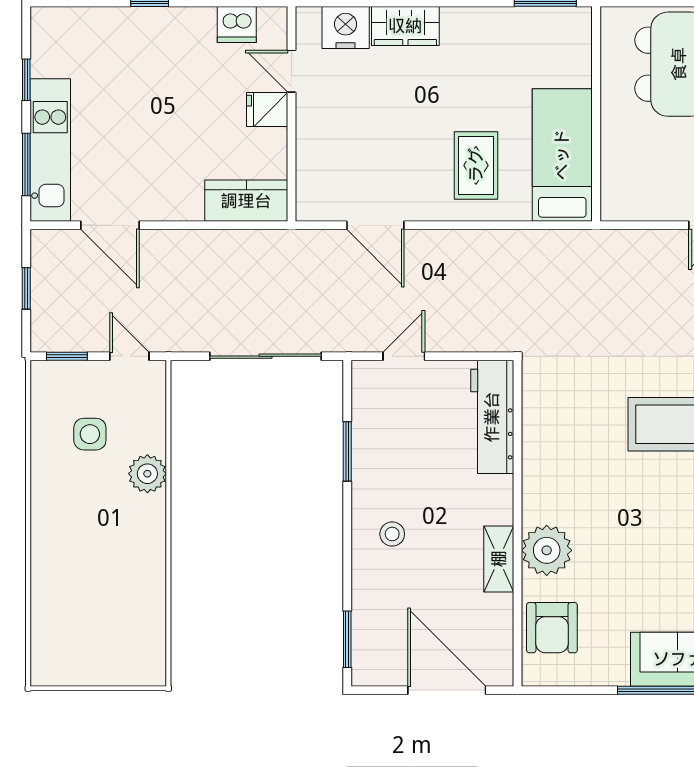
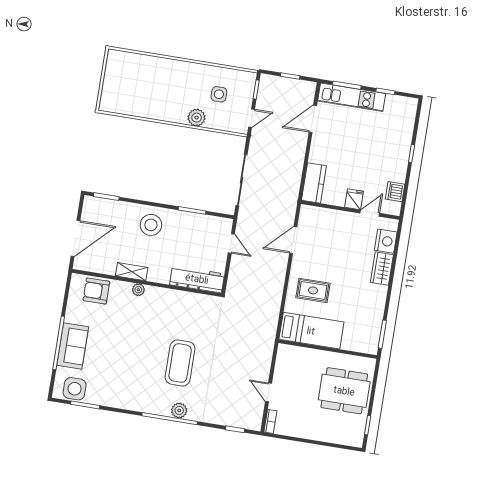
stool: (392, 534) -> (151, 225), width x1.89, depth x1.89
plant: (547, 550) -> (138, 290), width x0.53, depth x0.53

